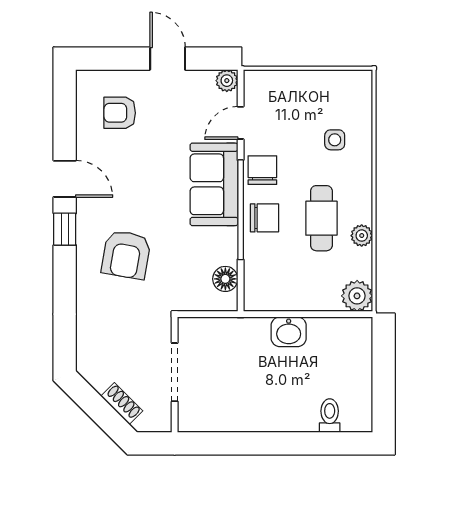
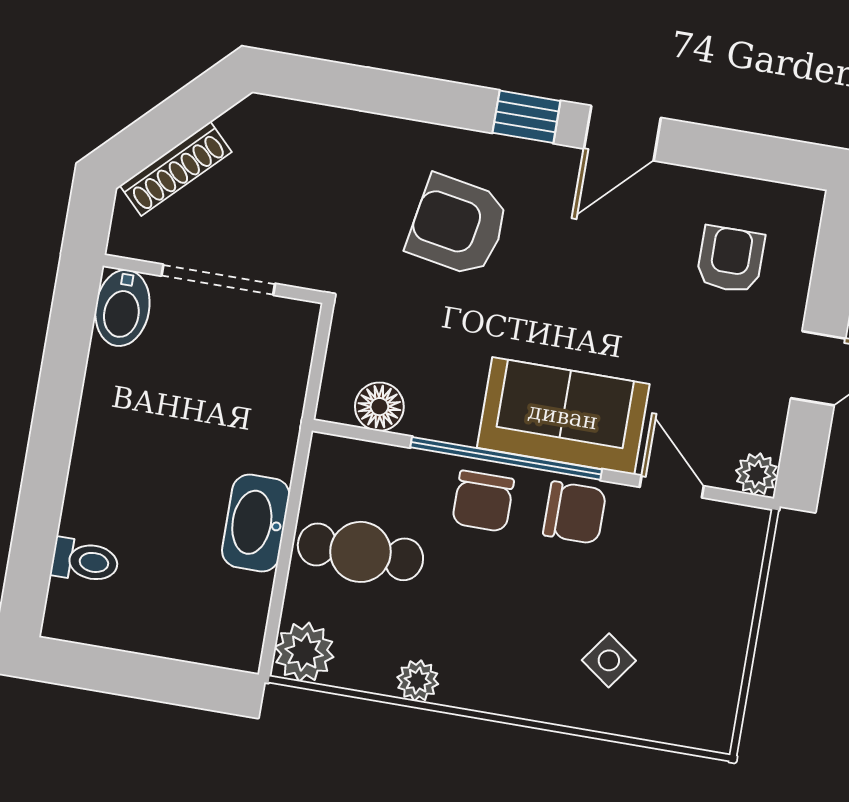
side table: (335, 140) -> (609, 660), turned 36
cafe table: (321, 218) -> (360, 552), moved
washbasin: (289, 332) -> (256, 523), width x1.38
shoe rack: (122, 403) -> (176, 169), width x1.43
bidet: (197, 419) -> (122, 308), added

